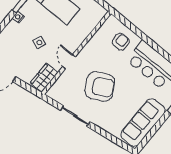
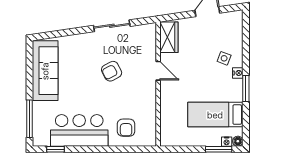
side table: (39, 42) -> (224, 58), moved
armchair: (100, 86) -> (112, 71), width x0.53, depth x0.53

